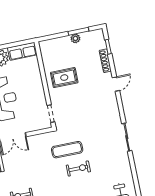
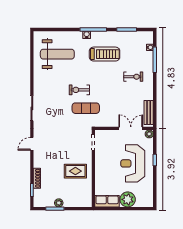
door: (116, 84) -> (32, 144), moved

